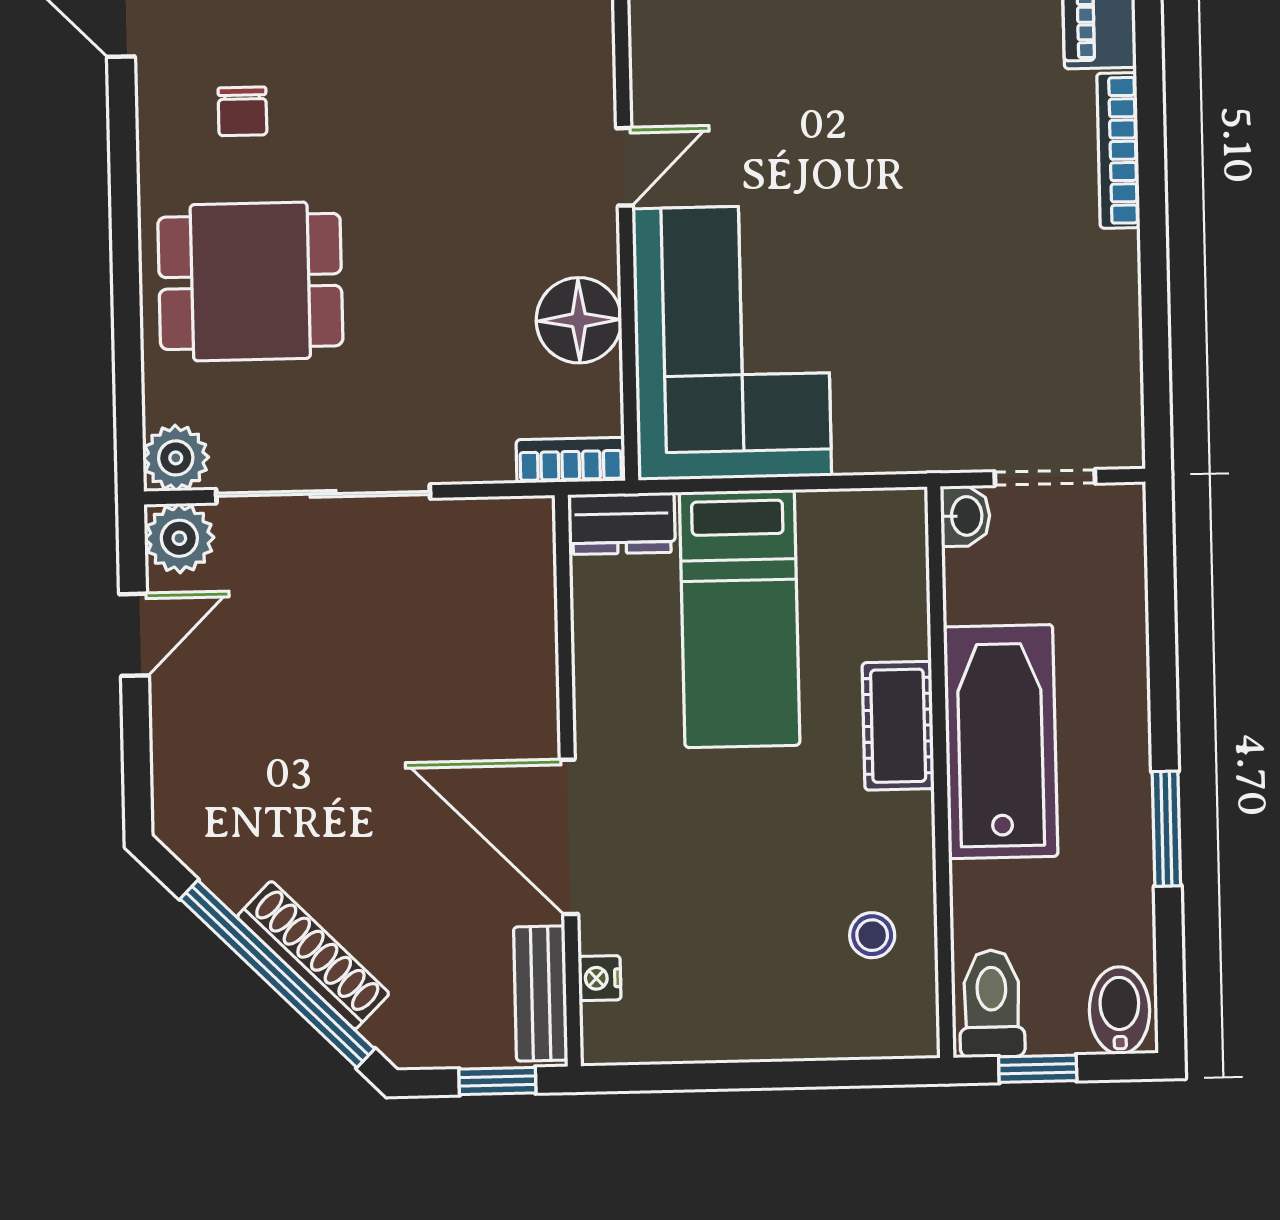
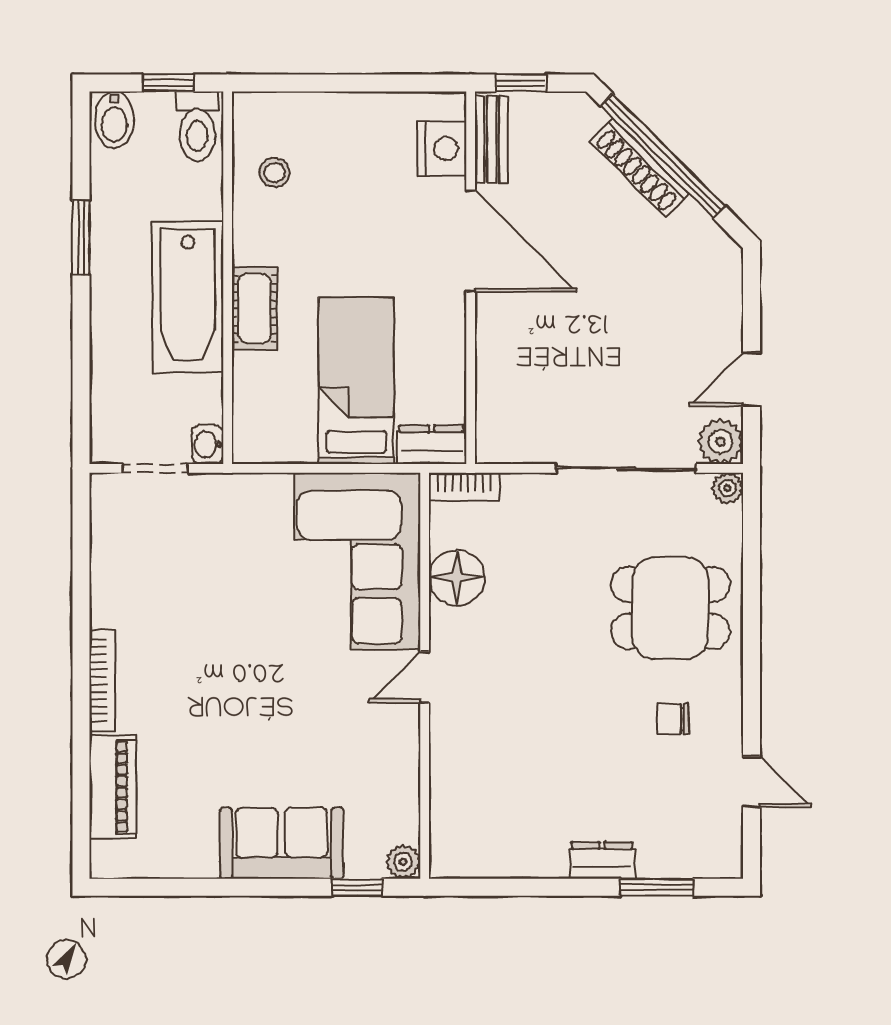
chair: (242, 111) -> (673, 719), turned -90
plant: (176, 458) -> (727, 488), width x0.73, depth x0.73
nightstand: (600, 978) -> (442, 148), width x1.89, depth x1.79

